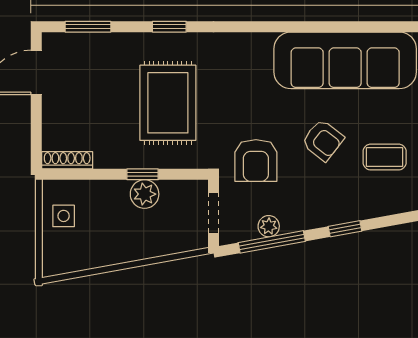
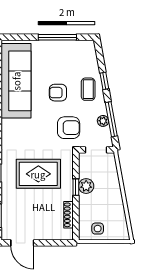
armchair: (323, 140) -> (58, 93), turned -128
coffee table: (385, 157) -> (88, 89), moved
shoe rack: (67, 160) -> (68, 215), moved

